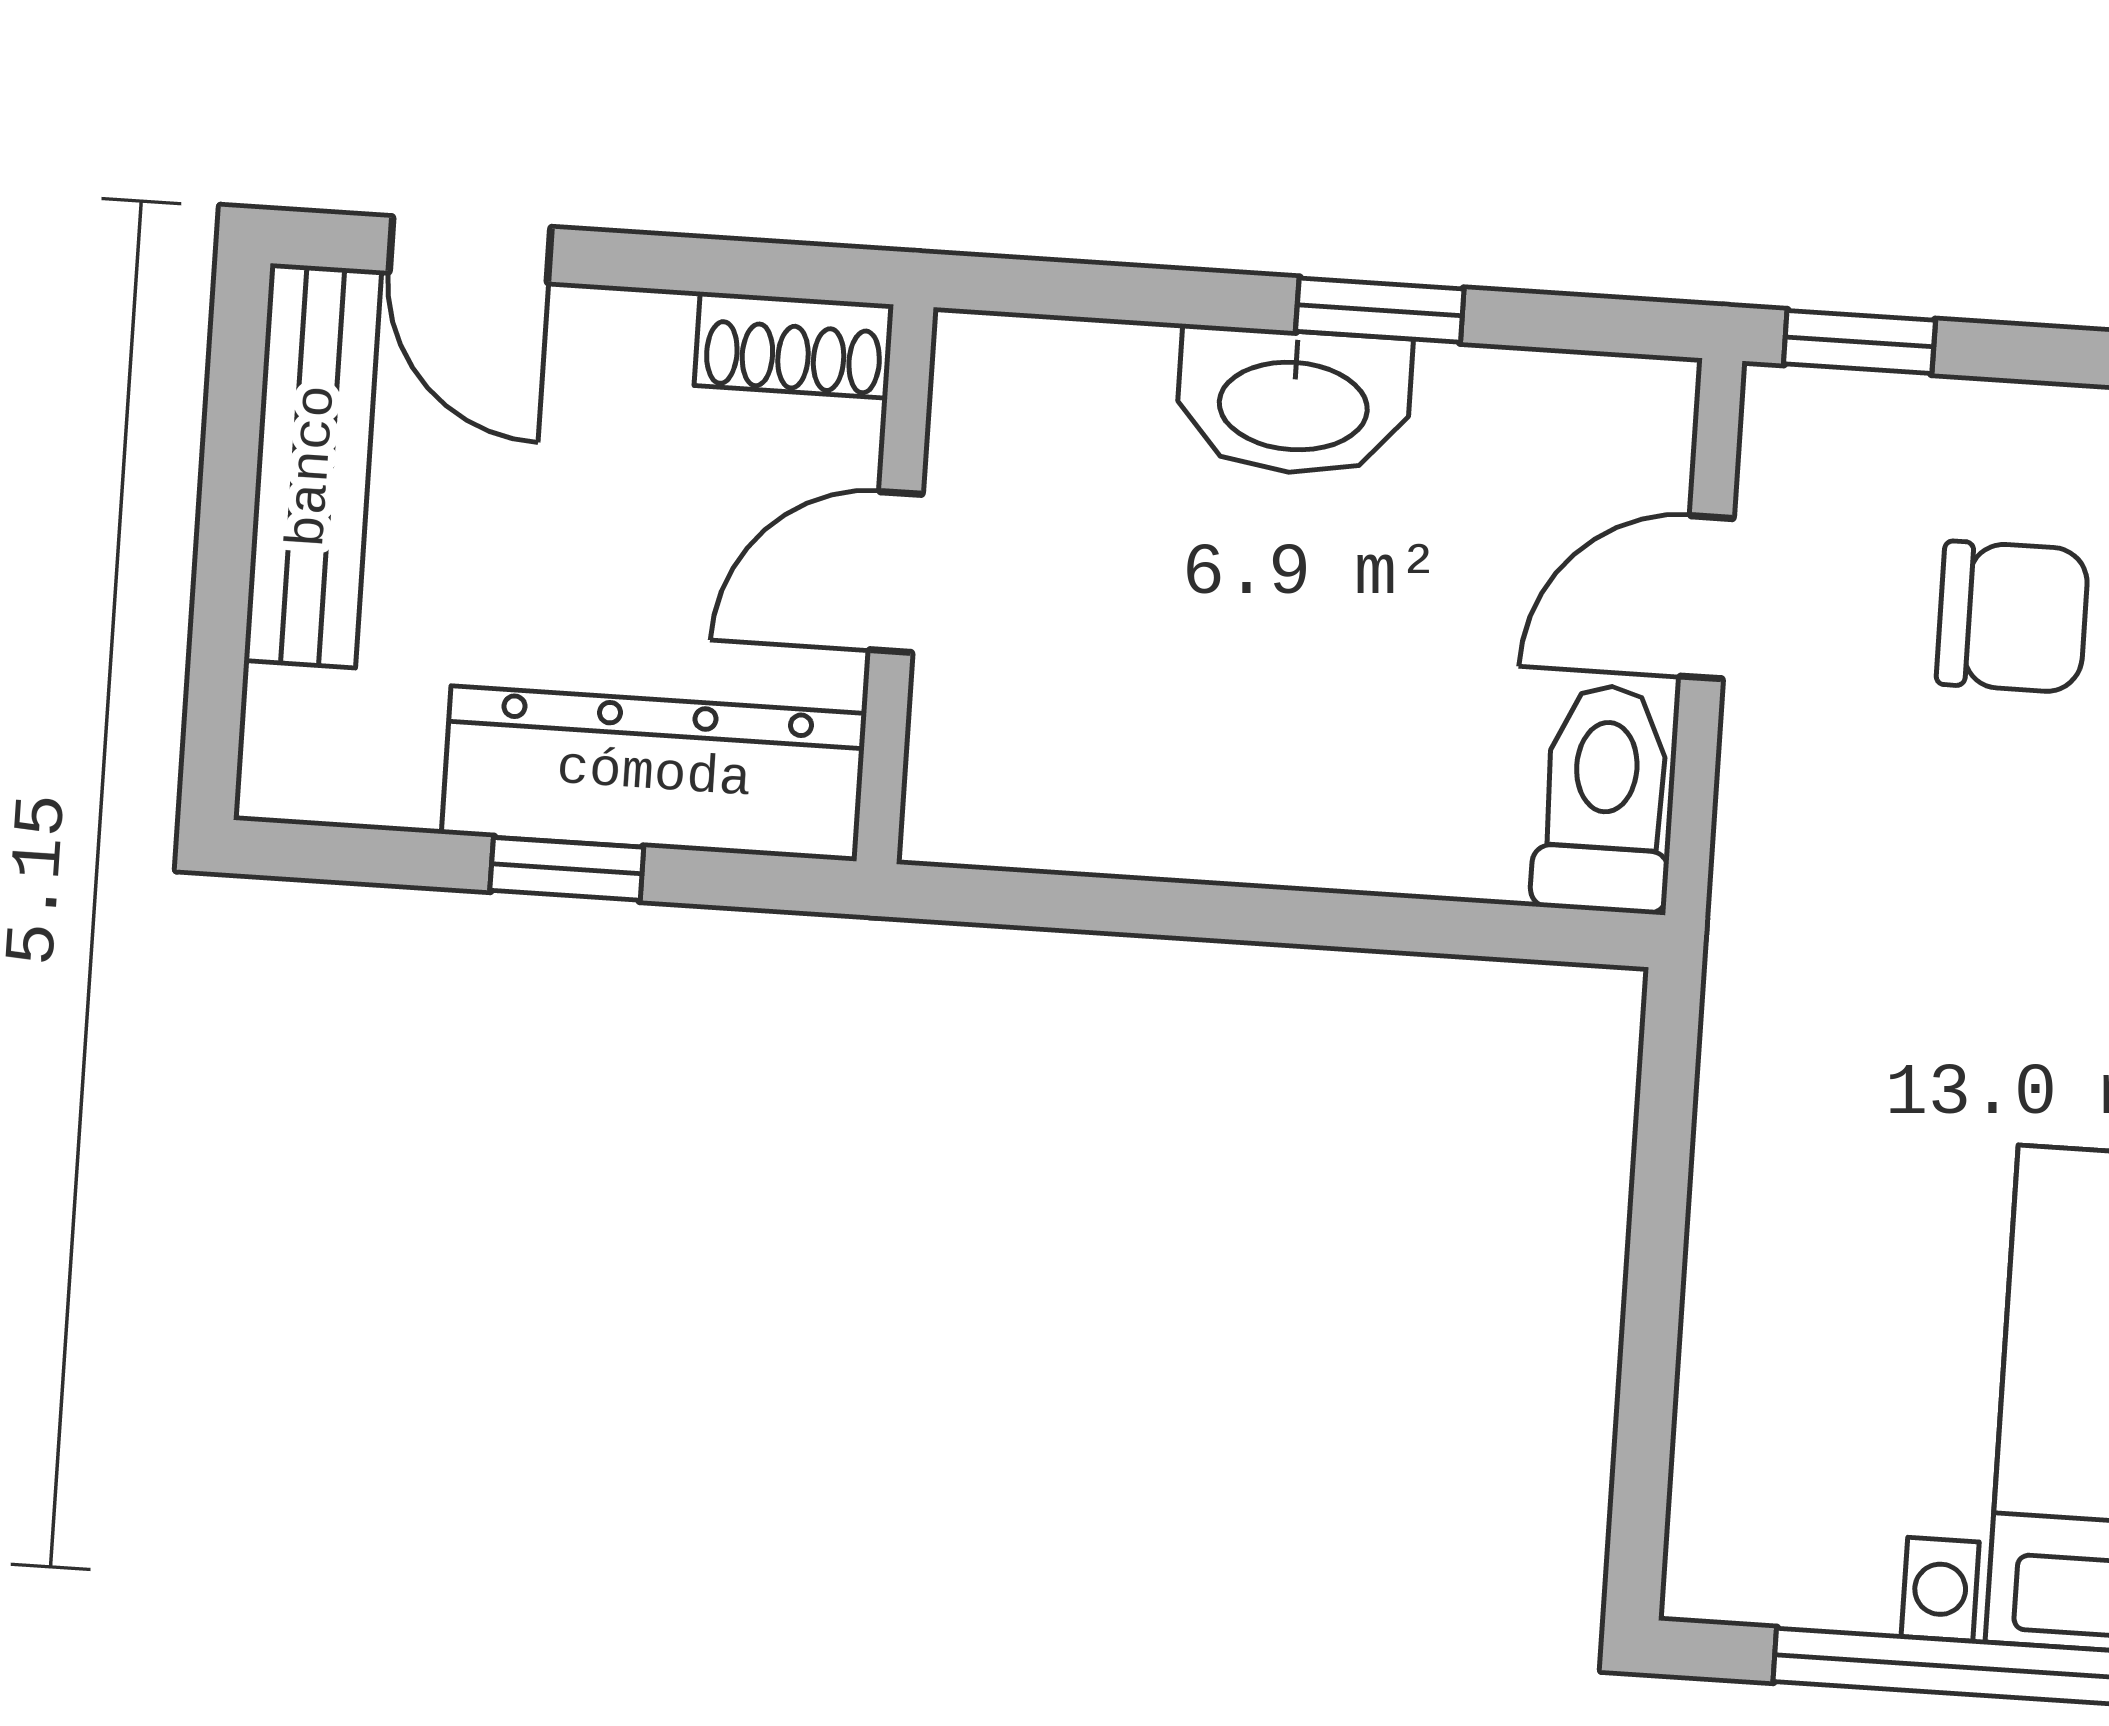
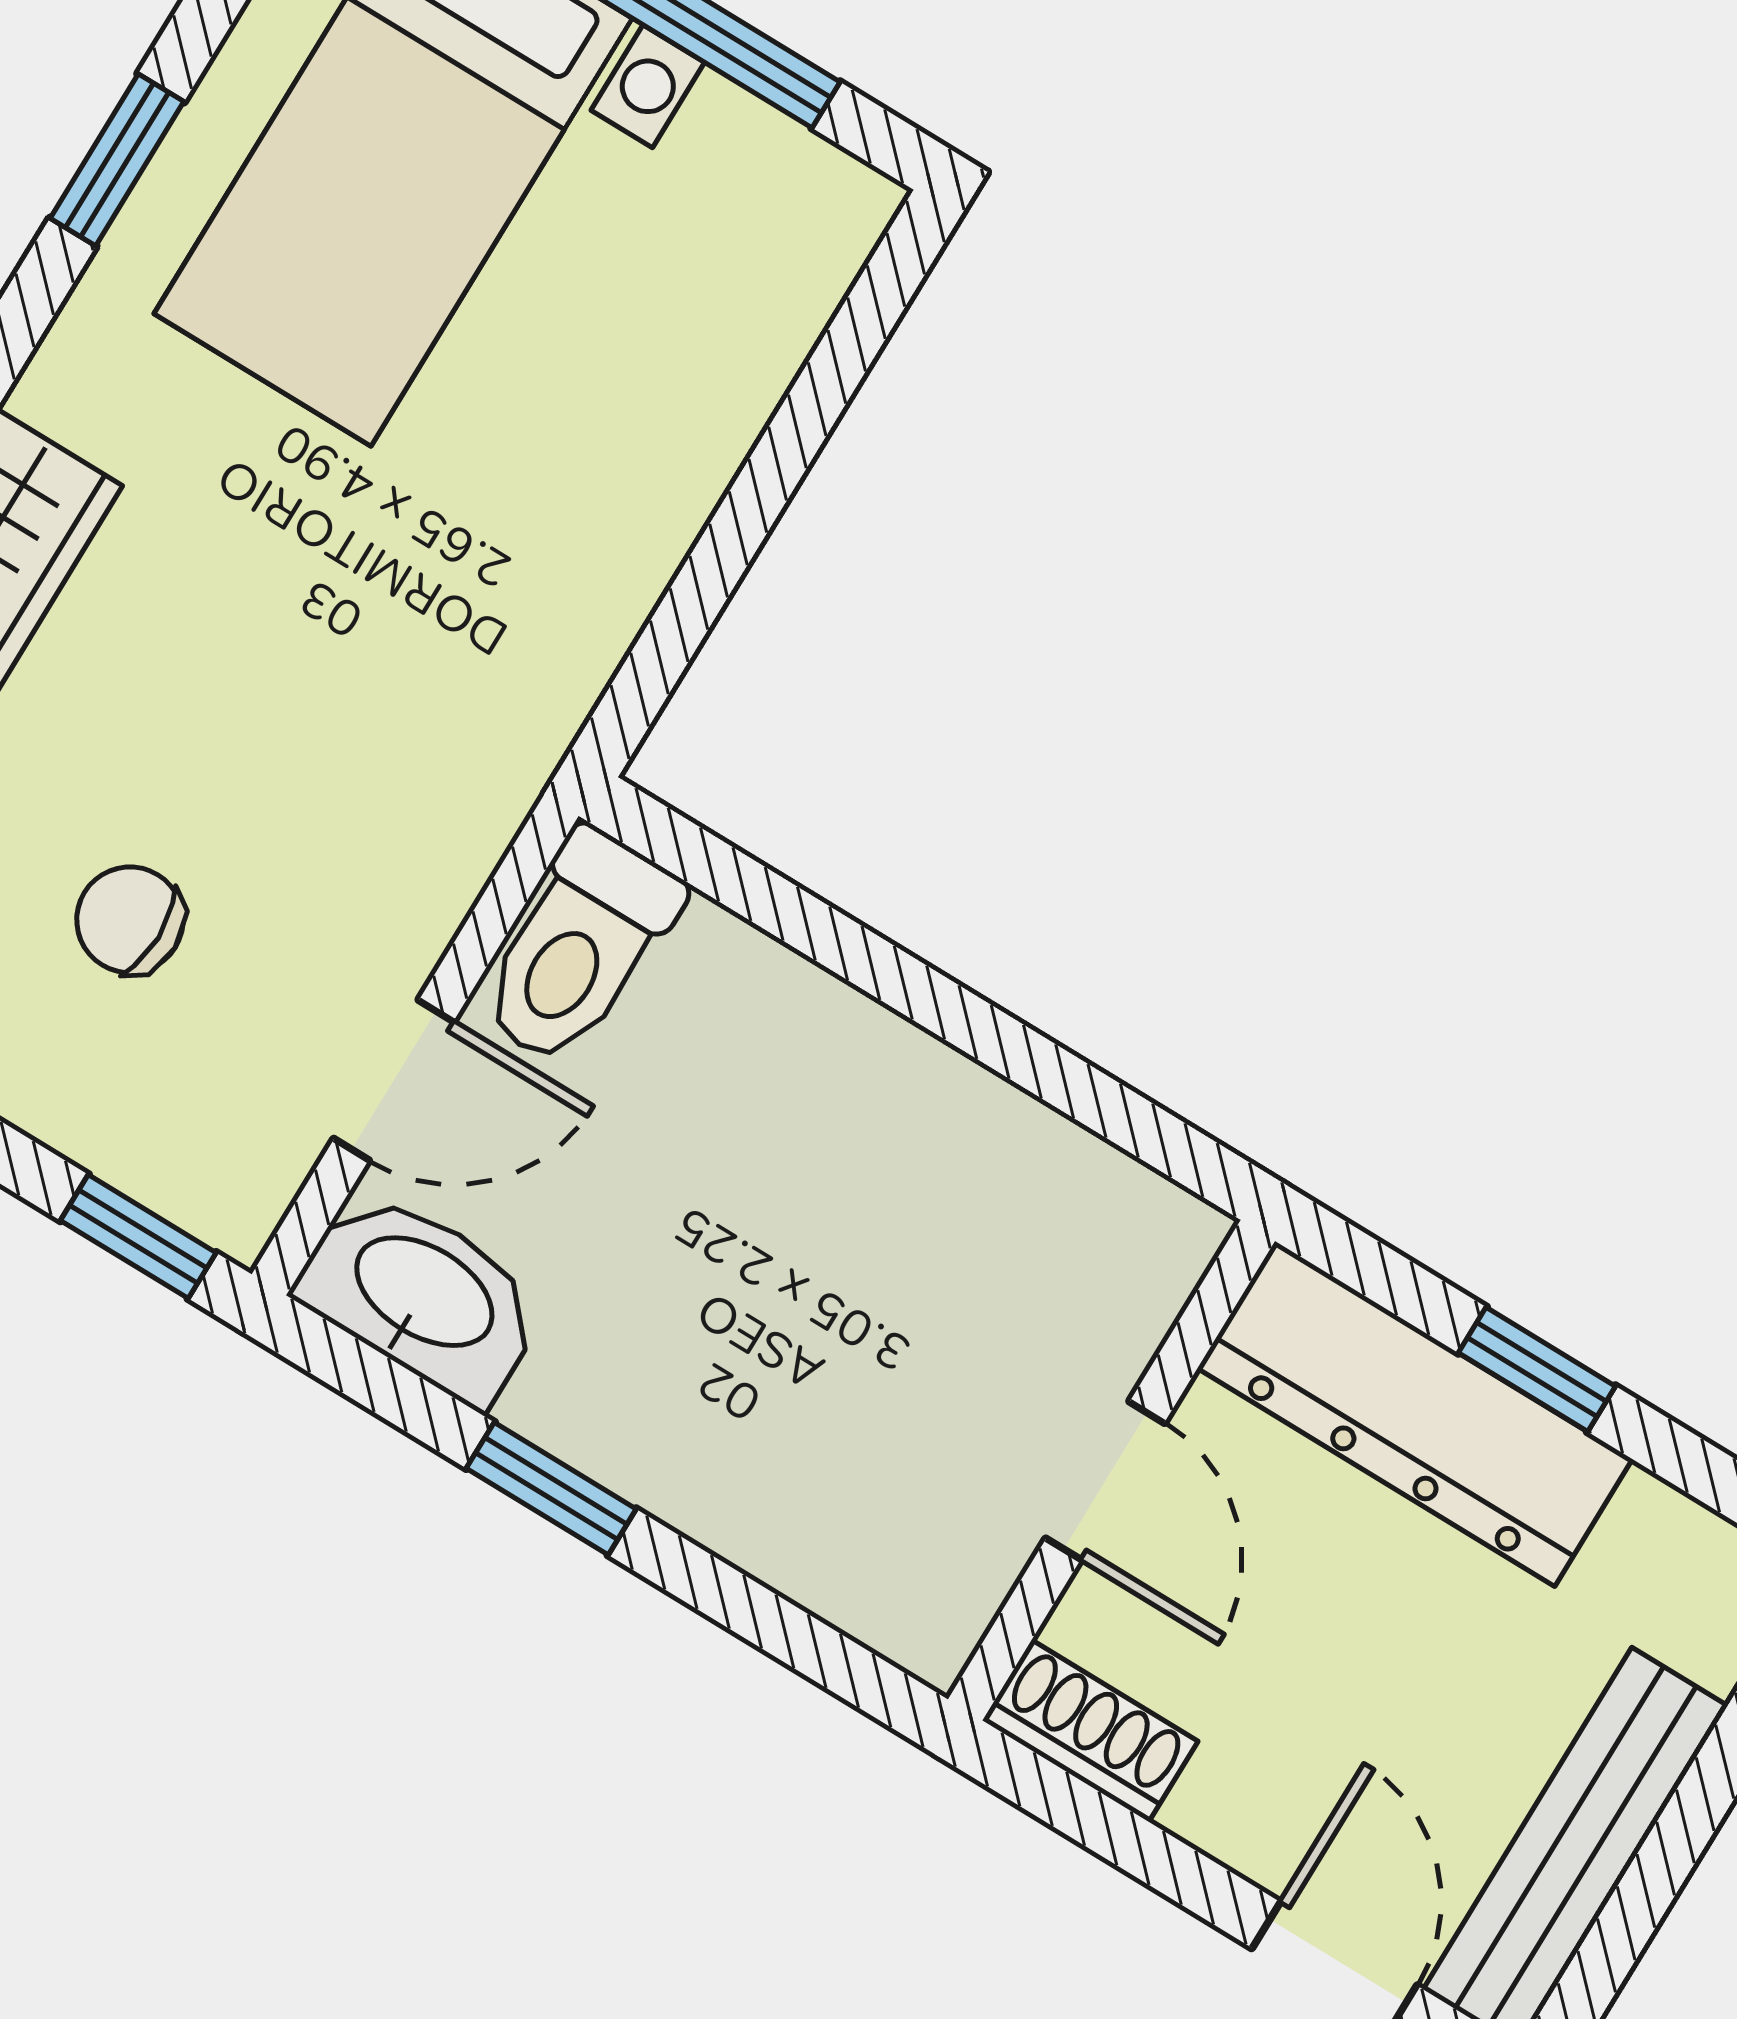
washbasin: (1294, 402) -> (422, 1295), moved
door: (896, 572) -> (1105, 1481), hinge flipped
chair: (2012, 617) -> (130, 920), width x0.73, depth x0.73

